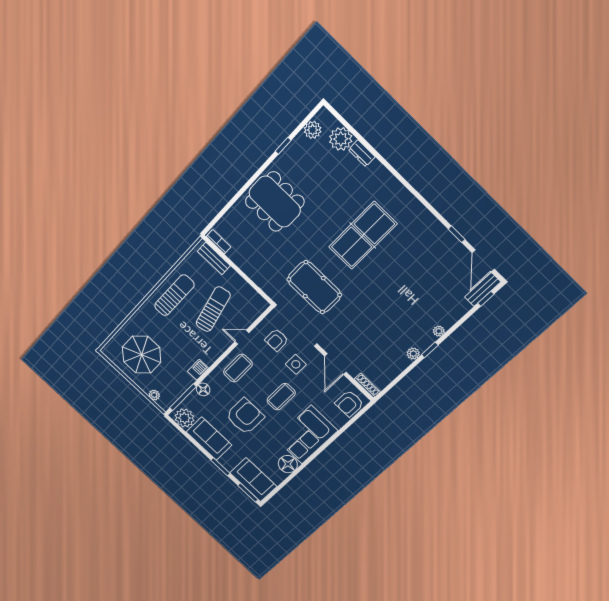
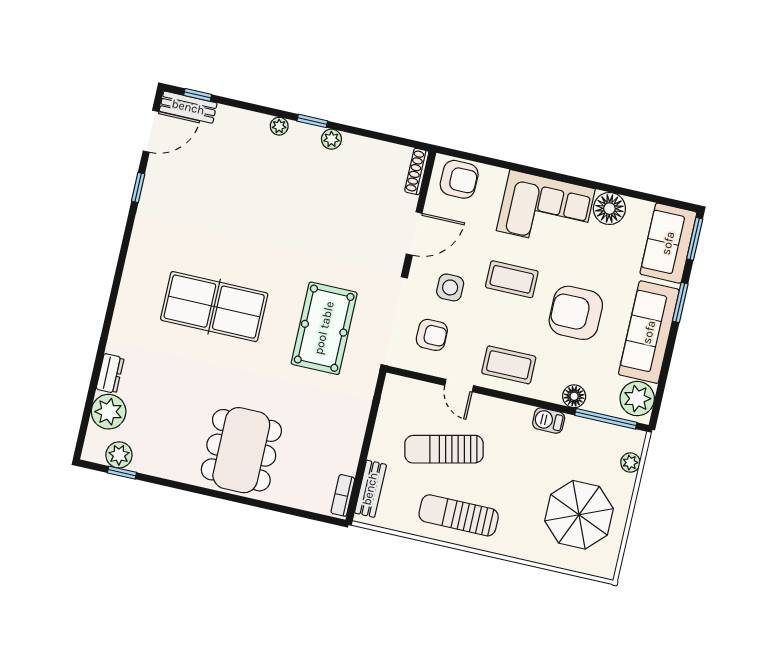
window: (283, 146) -> (122, 473), moved
sofa: (209, 439) -> (649, 332), width x1.36

